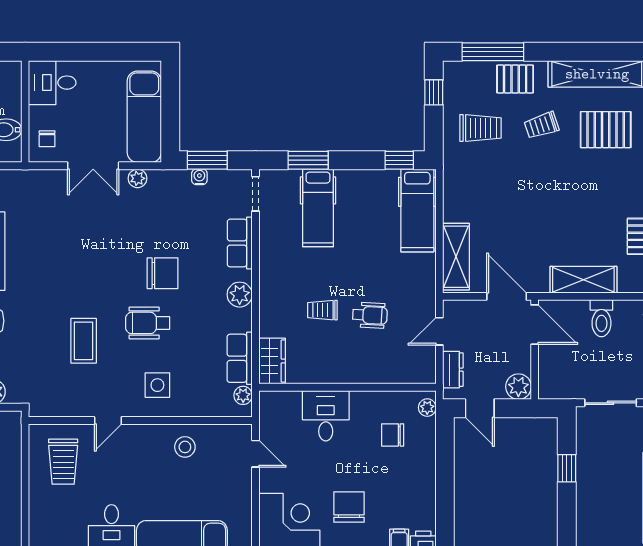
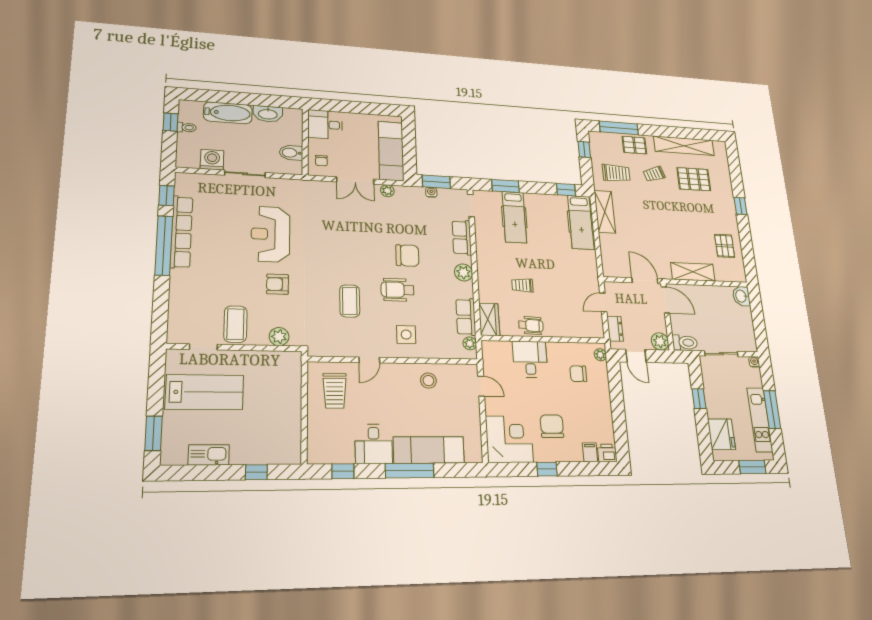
shelving: (456, 257) -> (605, 212), moved
wheelchair: (370, 315) -> (531, 325), moved
toilet: (601, 318) -> (685, 343), moved, turned -90
fridge: (594, 518) -> (721, 434), added

